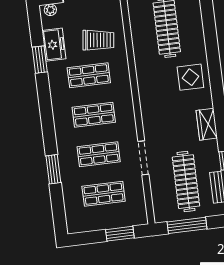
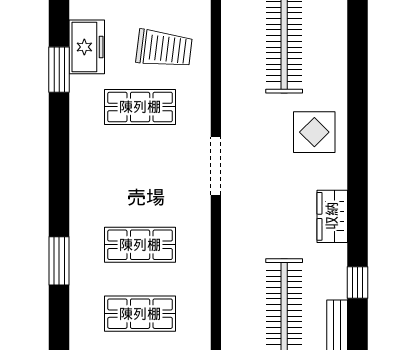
shop shelf: (94, 115) -> (140, 176), removed
doorway: (143, 158) -> (216, 166), moved

